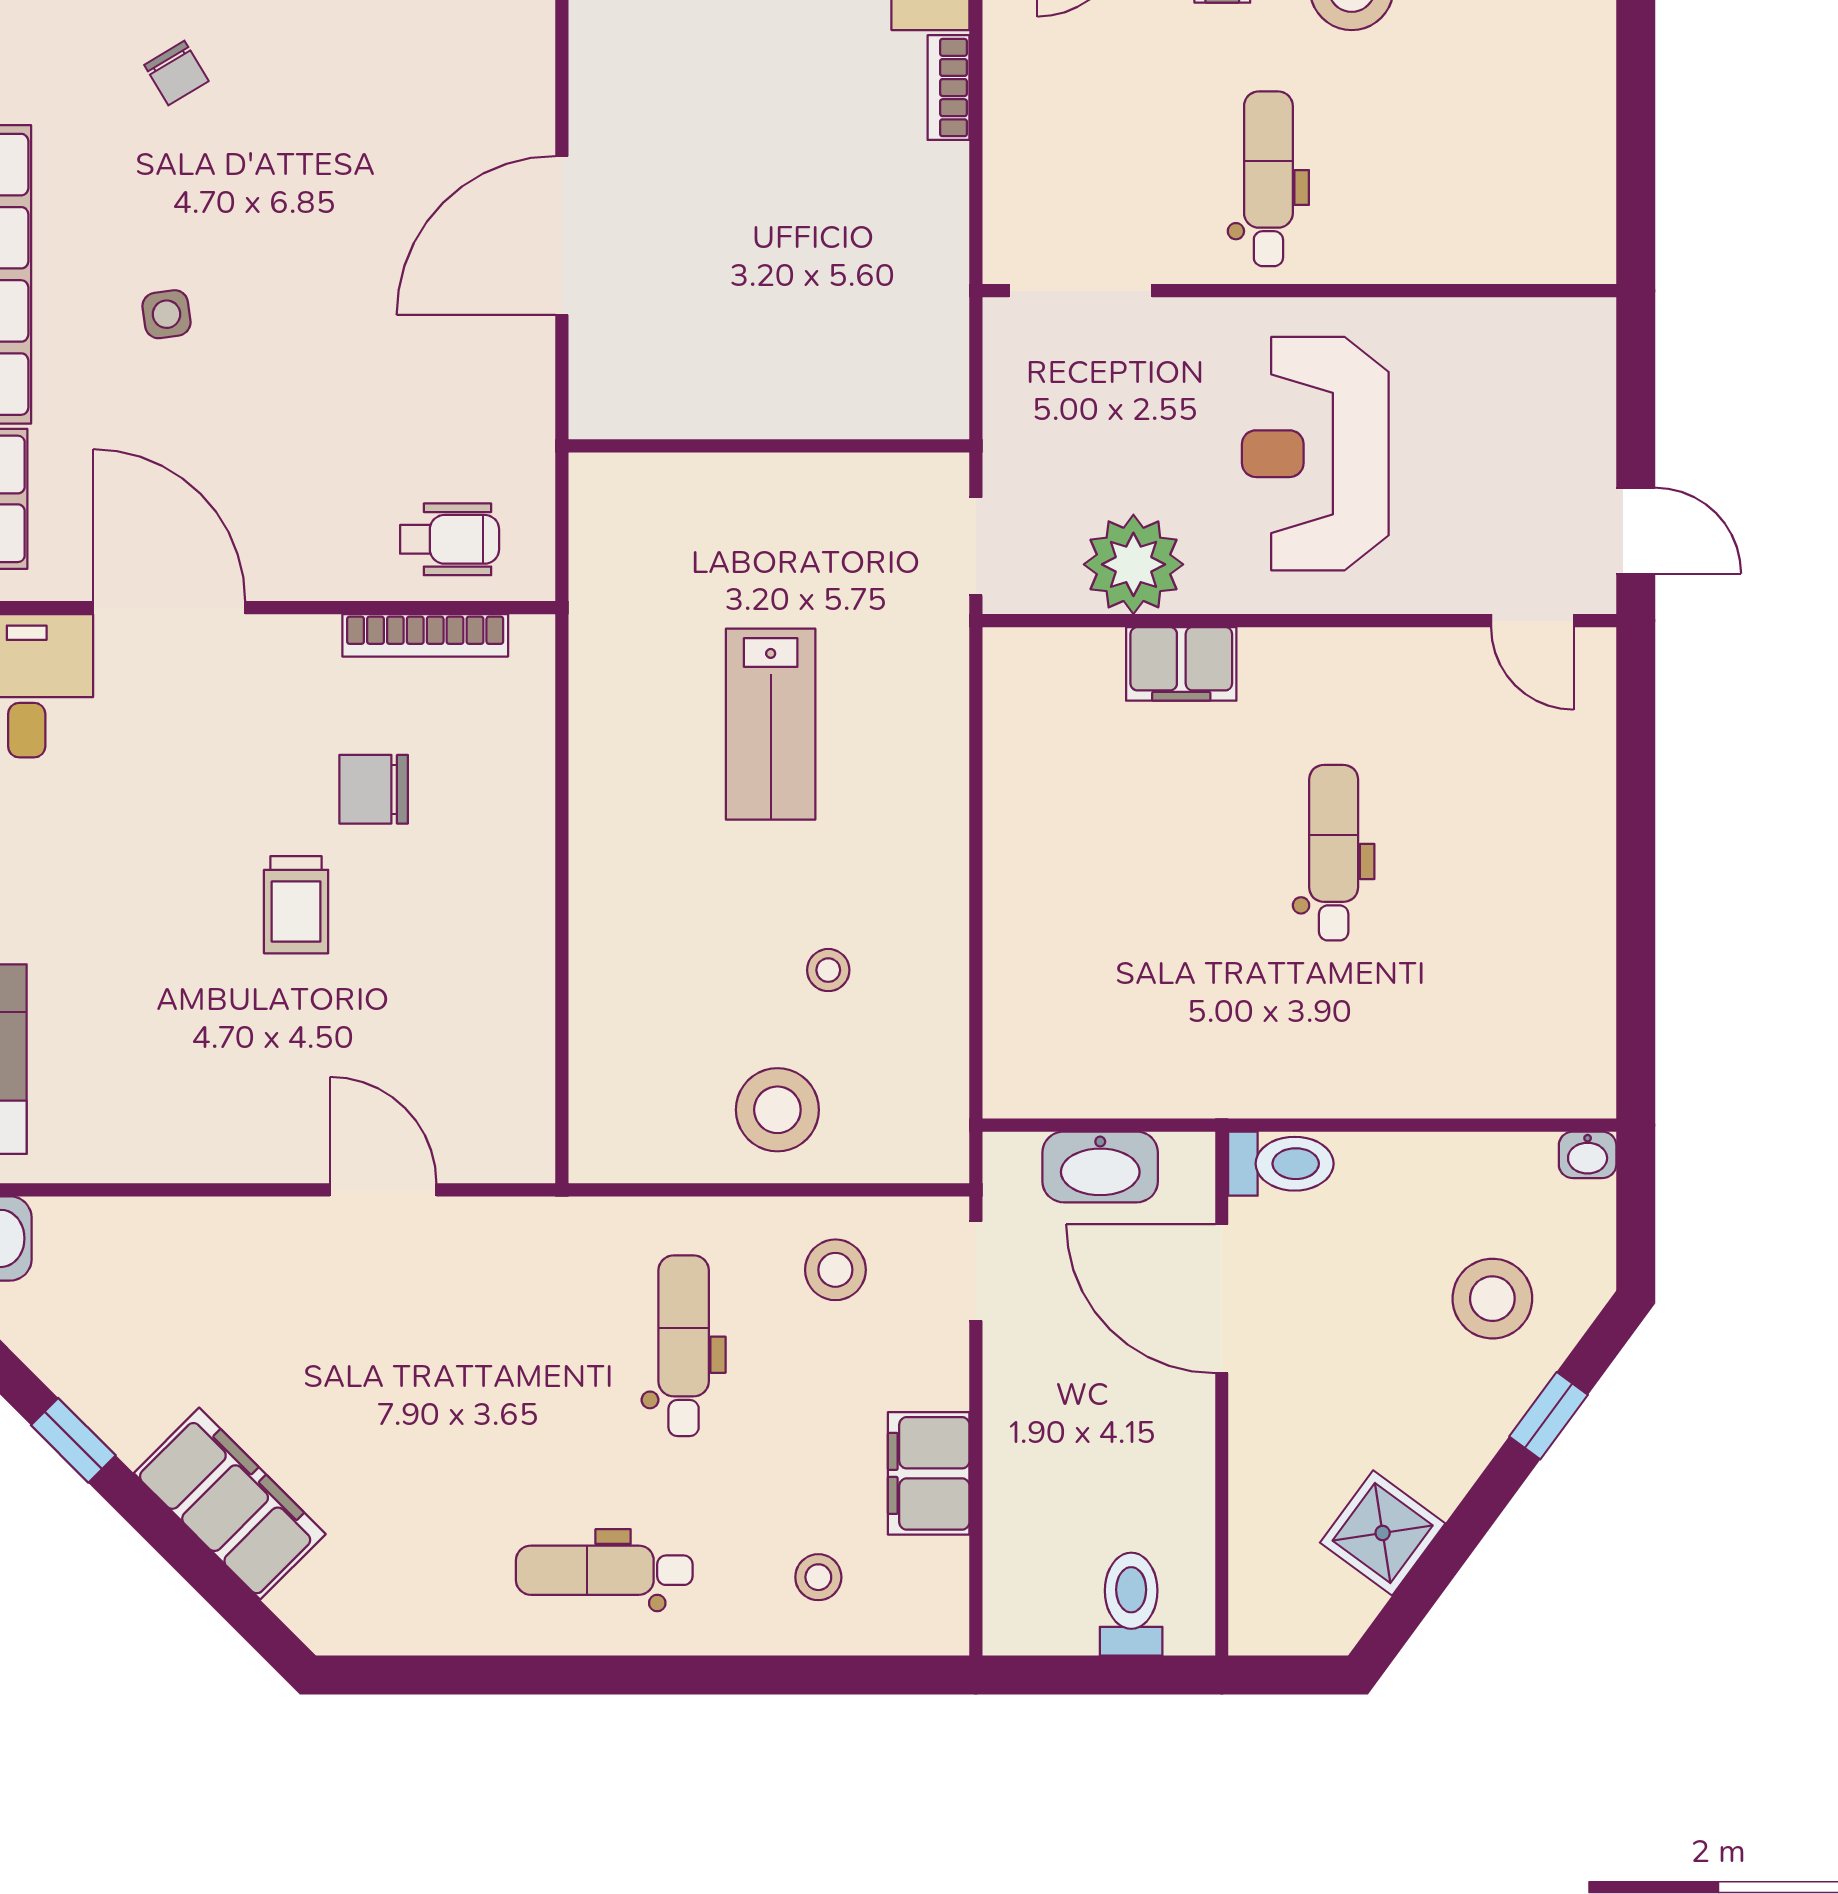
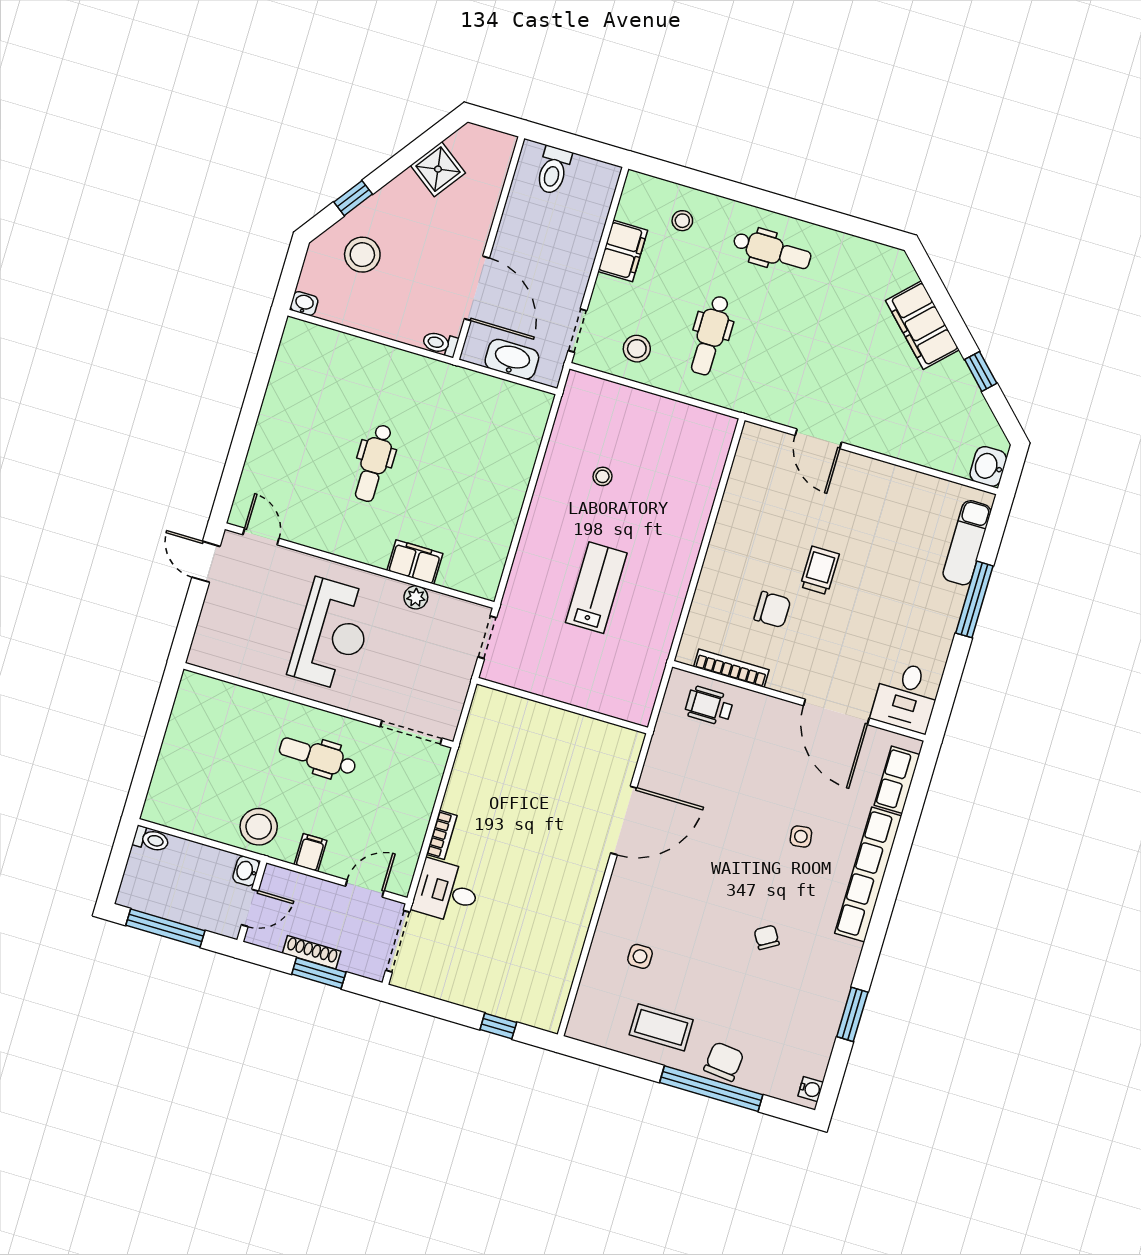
dental chair: (1268, 179) -> (318, 756), turned 91
plant: (1133, 564) -> (416, 597), width x0.53, depth x0.53
stool: (777, 1110) -> (641, 424), removed
toilet: (1281, 1164) -> (440, 344), width x0.73, depth x0.72

